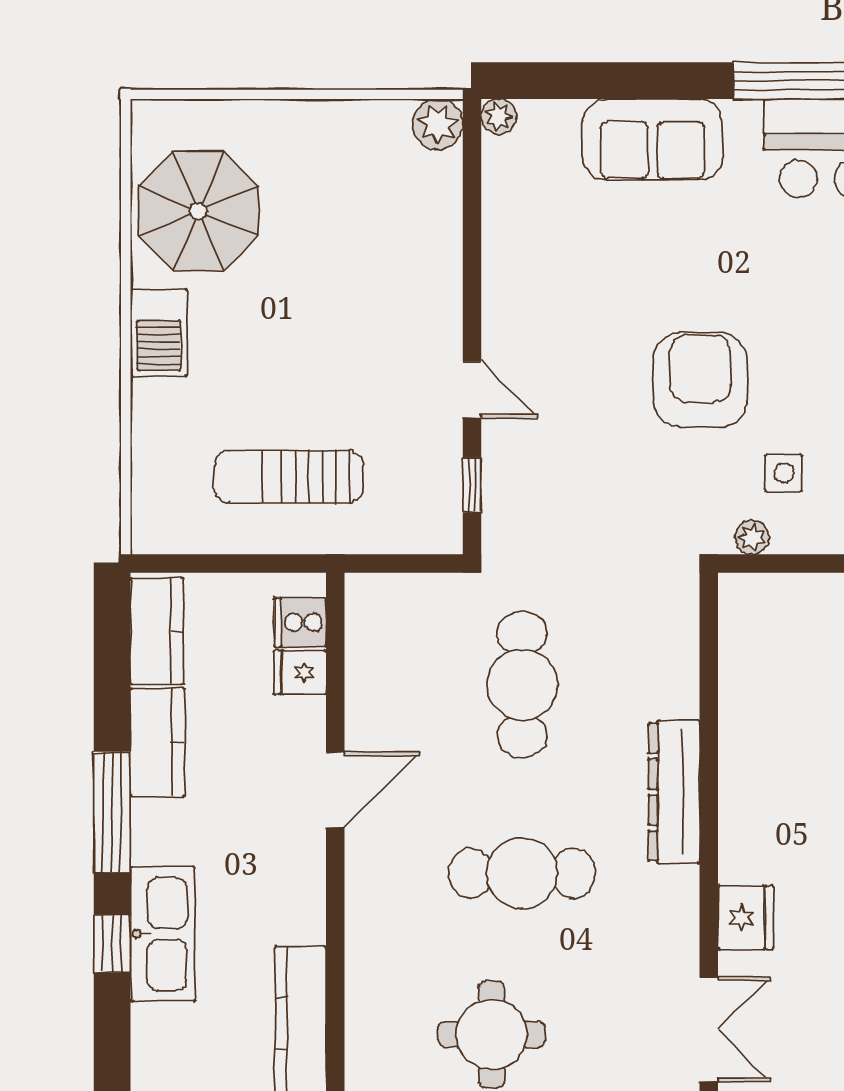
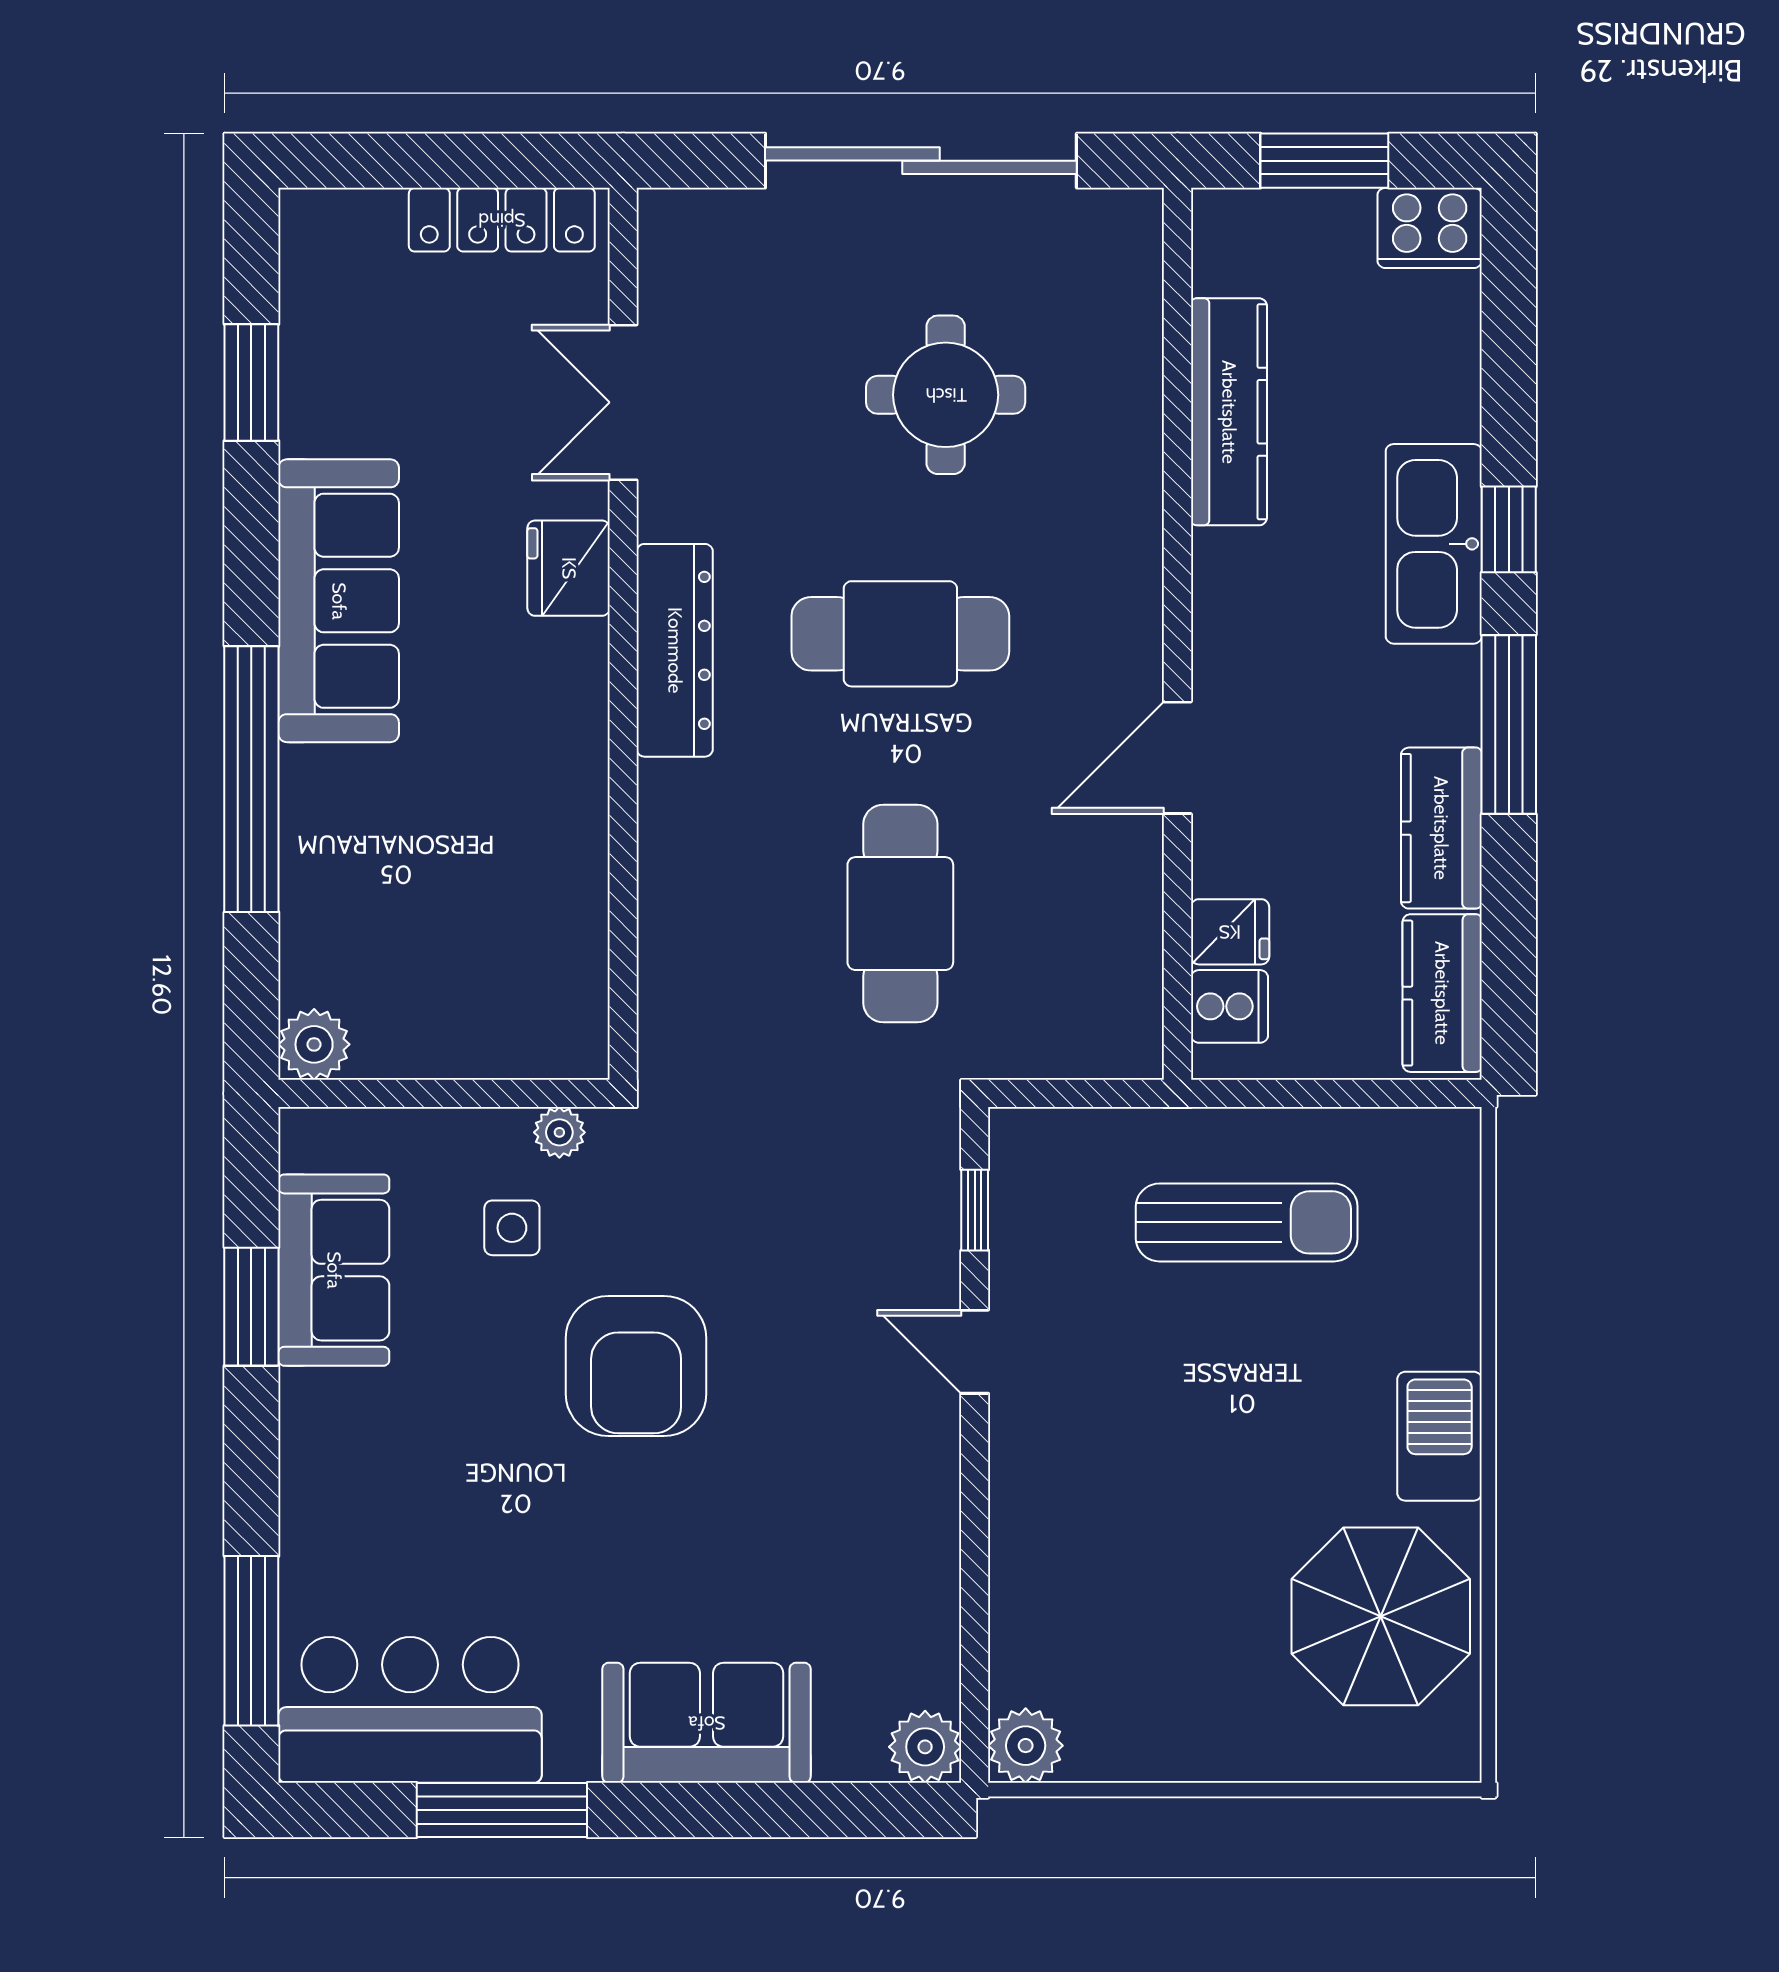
plant: (499, 117) -> (925, 1747), width x1.38, depth x1.38
dresser: (674, 792) -> (675, 650), moved

